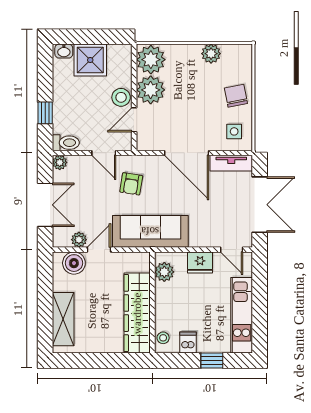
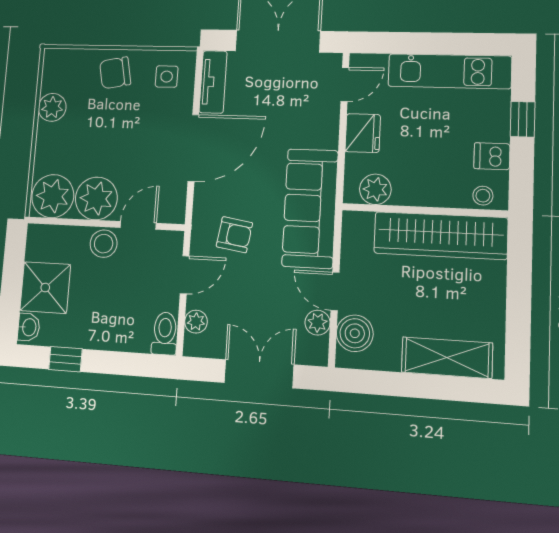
window: (45, 113) -> (65, 359), moved
door: (134, 120) -> (138, 225), swing flipped
plant: (60, 162) -> (196, 322), moved

